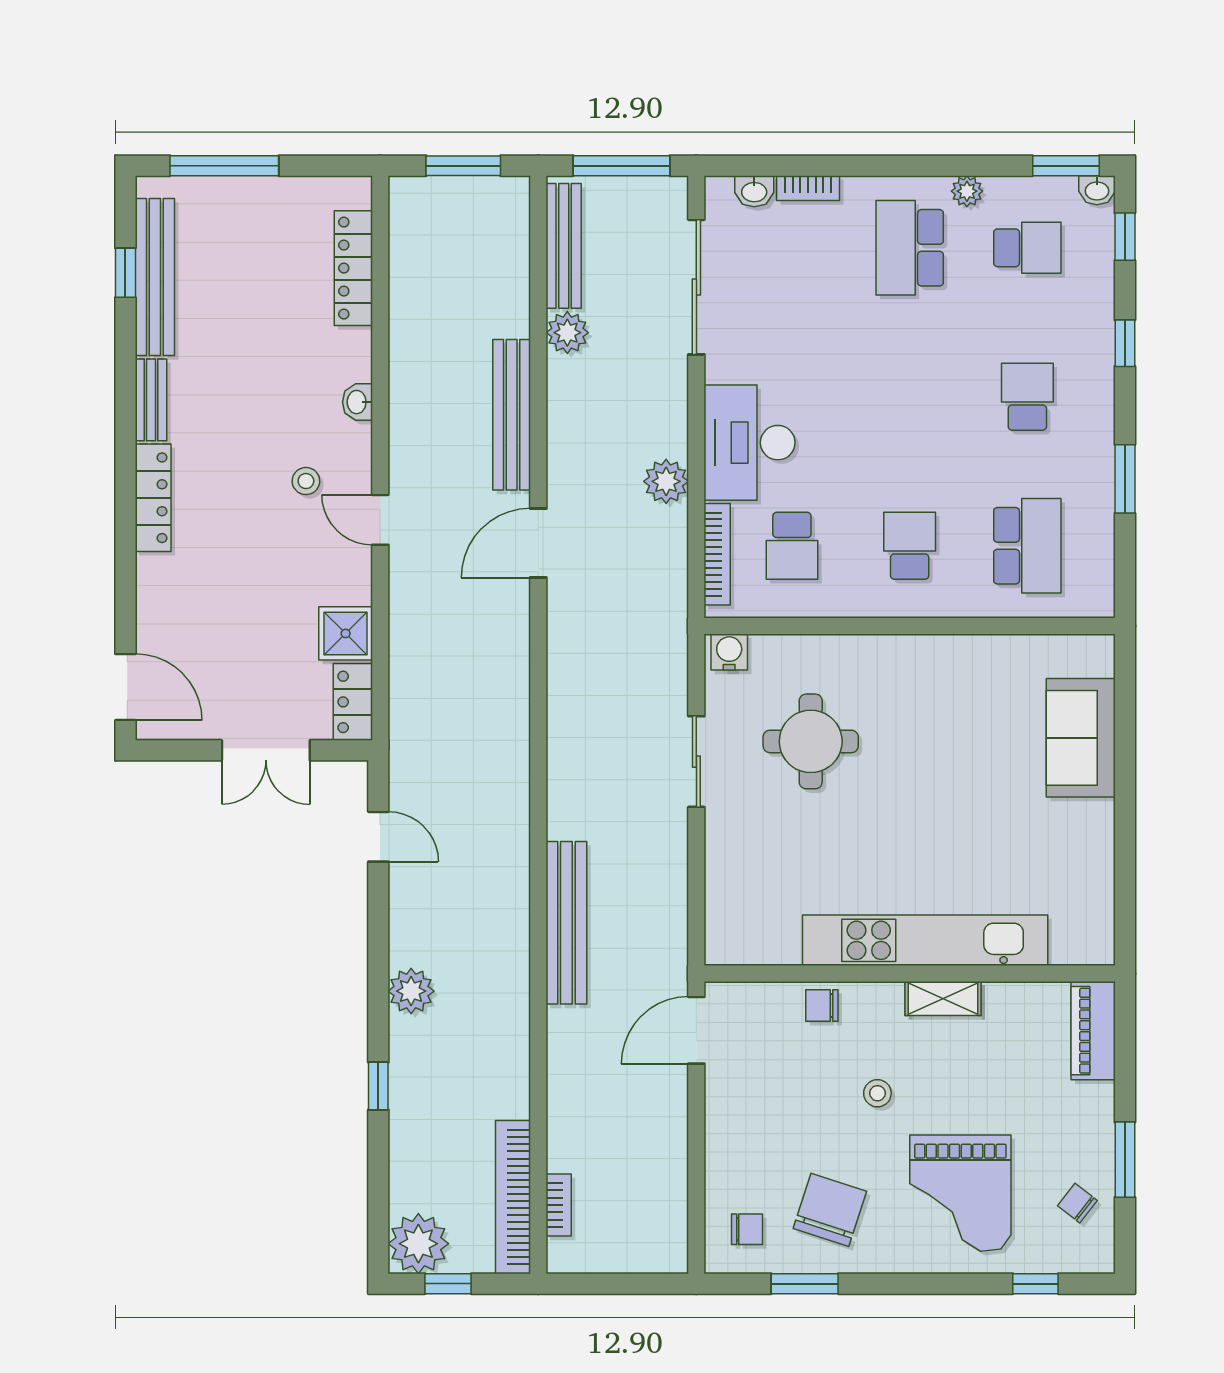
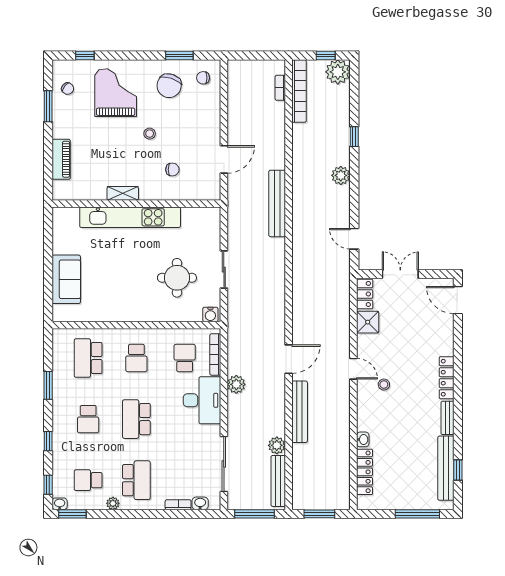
school desk: (910, 397) -> (136, 419), added
washbasin: (357, 402) -> (363, 439), moved
kitchen unit: (925, 940) -> (130, 217), moved
wall: (910, 974) -> (136, 204), moved
shelving: (943, 999) -> (123, 193), moved

